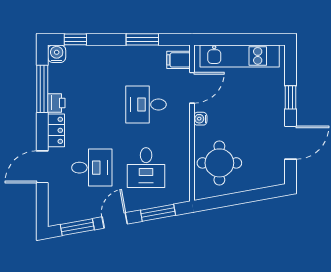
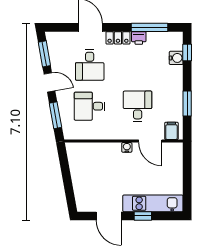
water cooler: (57, 54) -> (176, 58), moved
kitchen unit: (240, 56) -> (153, 203), moved, turned 90
round table: (219, 163) -> (93, 162), removed

